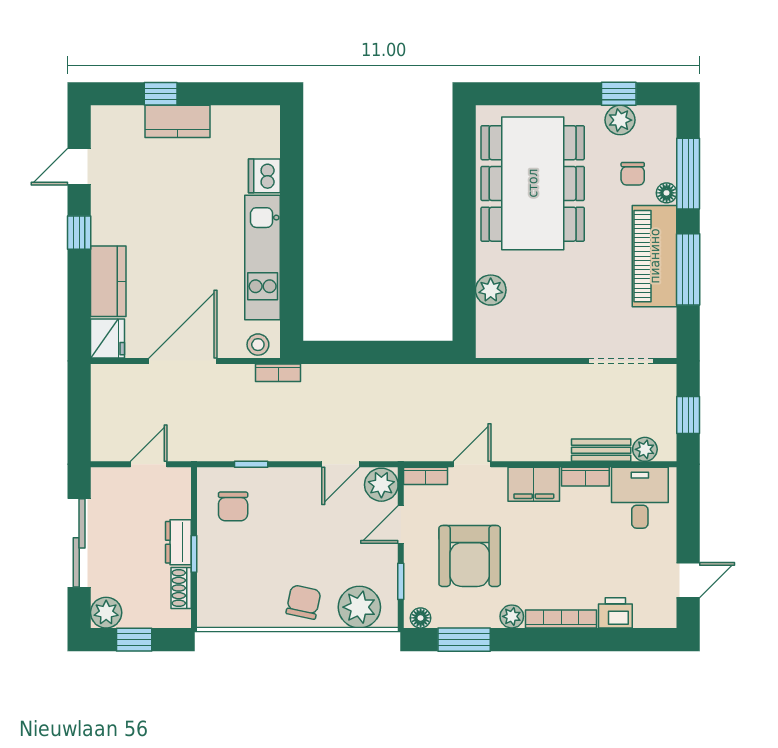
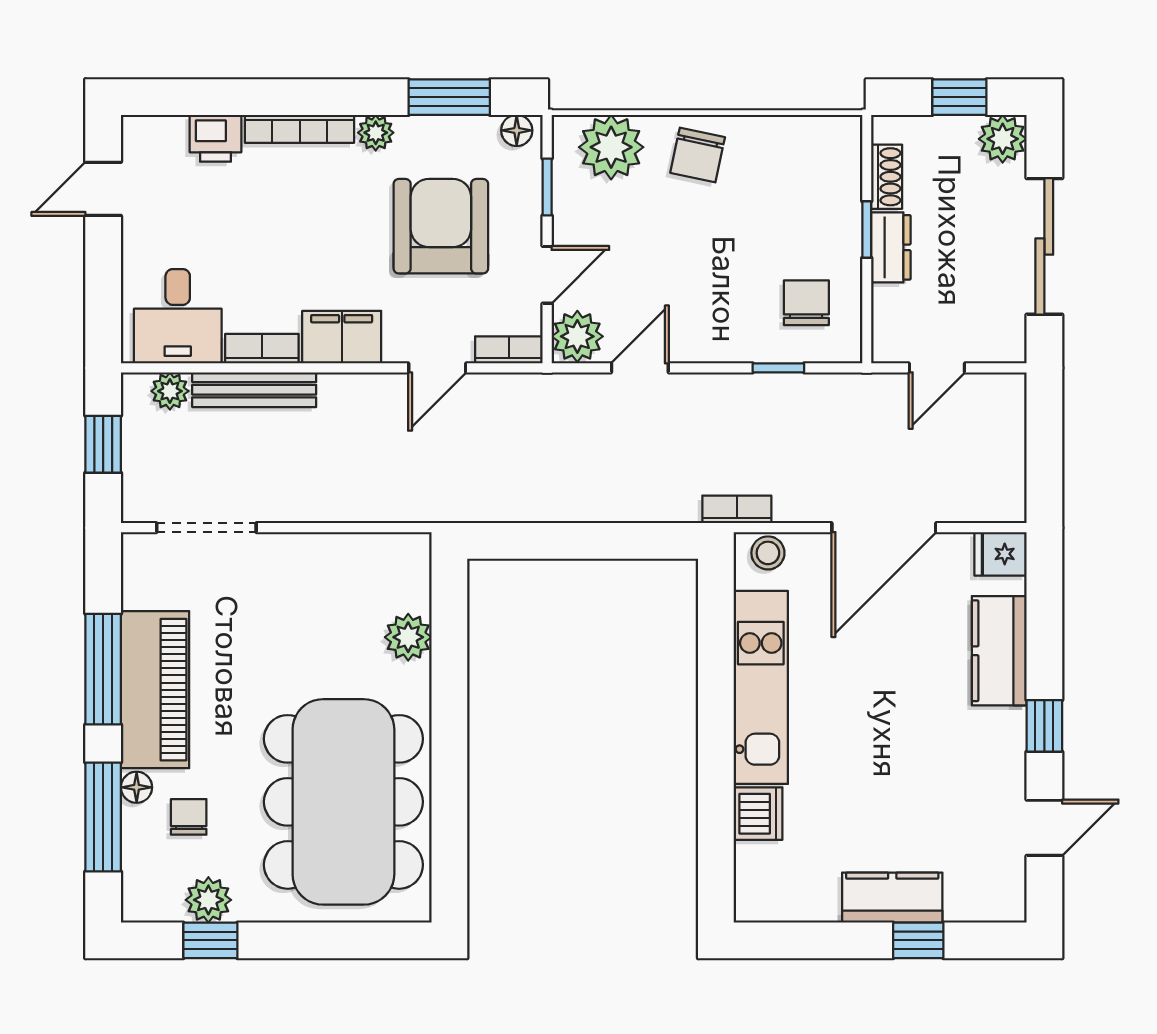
fridge: (107, 338) -> (1001, 554), width x0.72
bench: (601, 450) -> (254, 390), width x1.36

